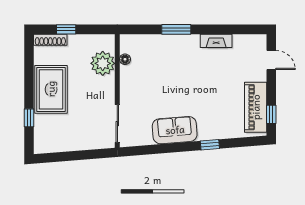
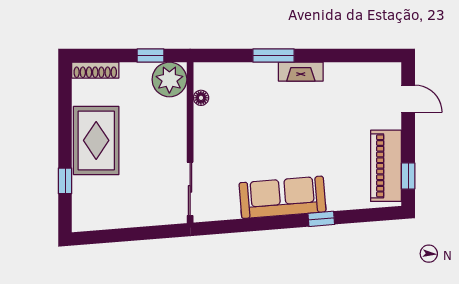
window: (66, 29) -> (151, 56), moved
fireplace: (216, 41) -> (301, 72), moved
plant: (103, 63) -> (169, 79), moved
sofa: (175, 130) -> (282, 197), width x1.36

